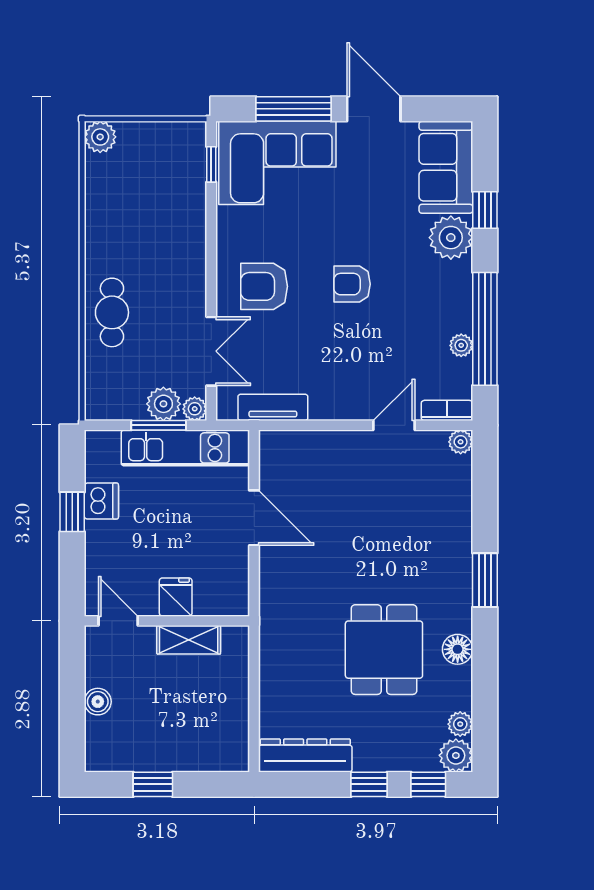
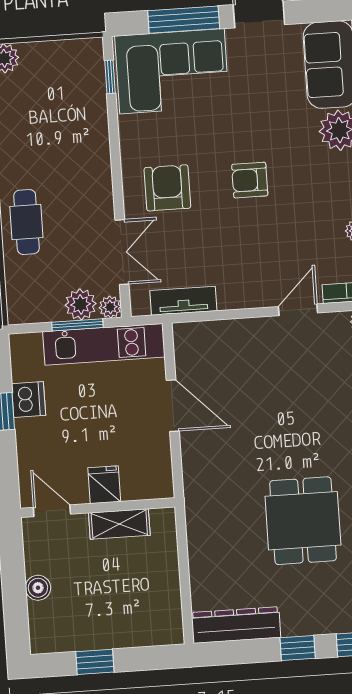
armchair: (264, 286) -> (167, 188), turned 90

